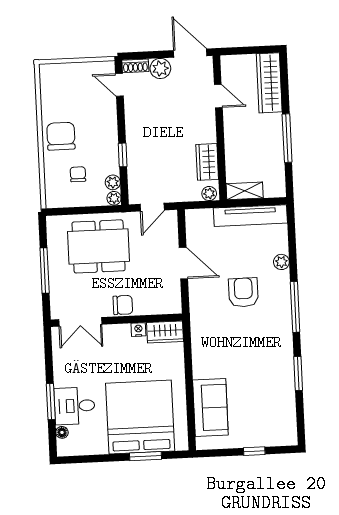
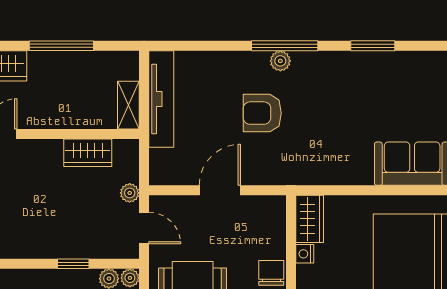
plant: (209, 194) -> (130, 193), moved
plant: (281, 262) -> (280, 61), moved

